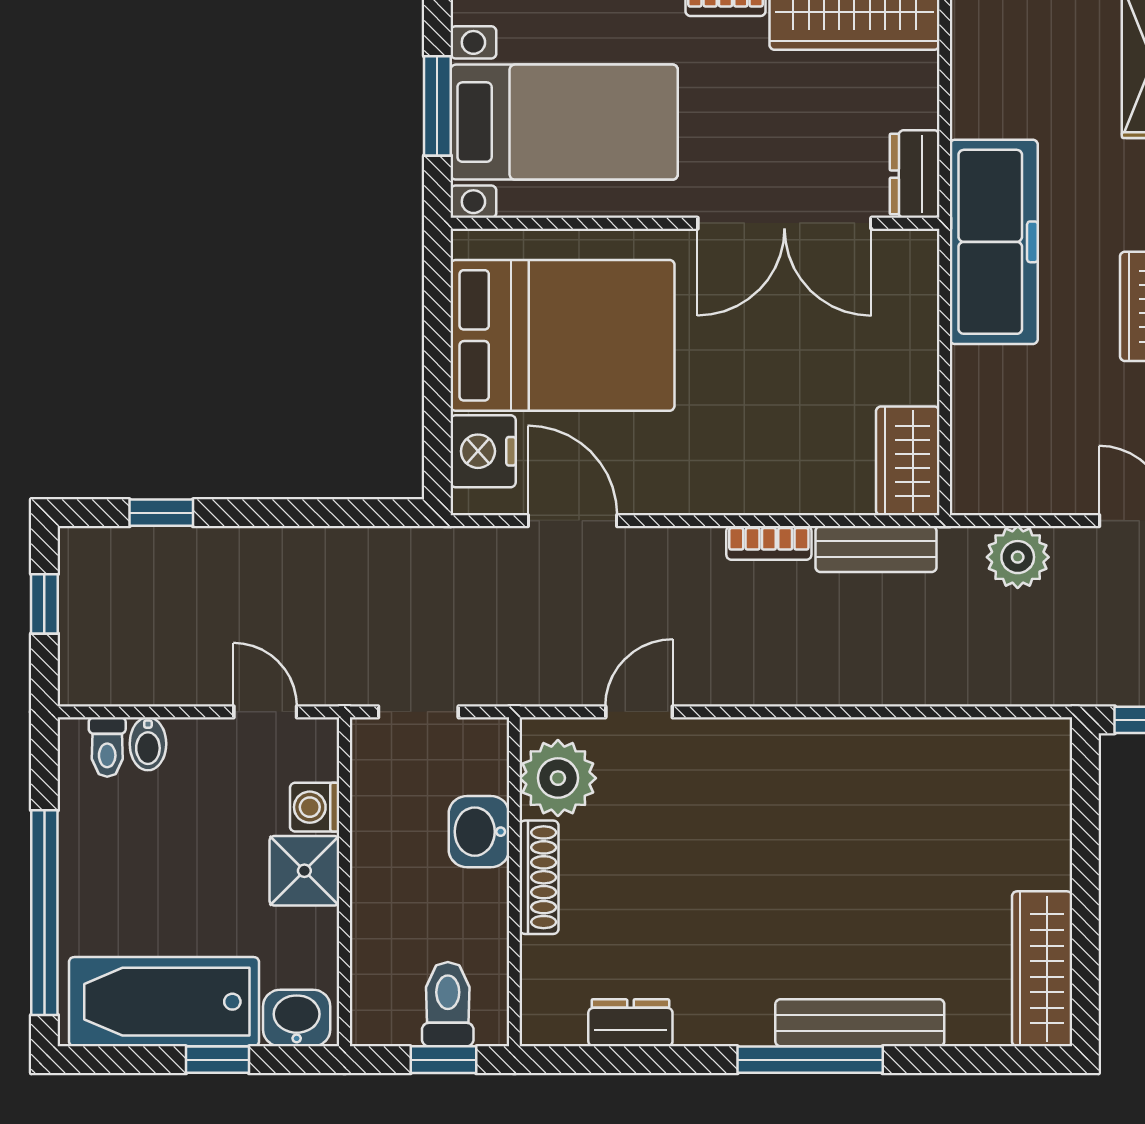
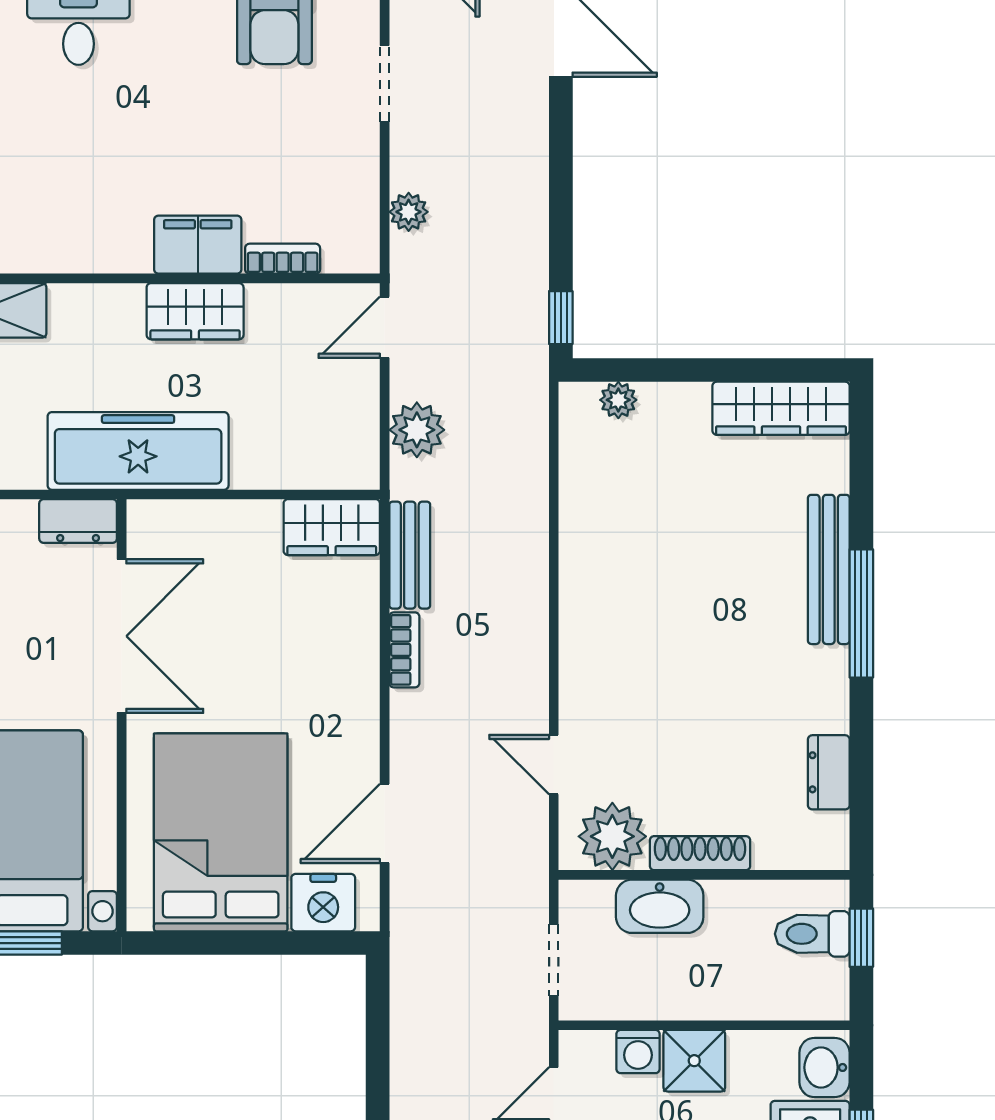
plant: (1051, 785) -> (618, 400), added
washbasin: (479, 832) -> (660, 906), width x1.38

